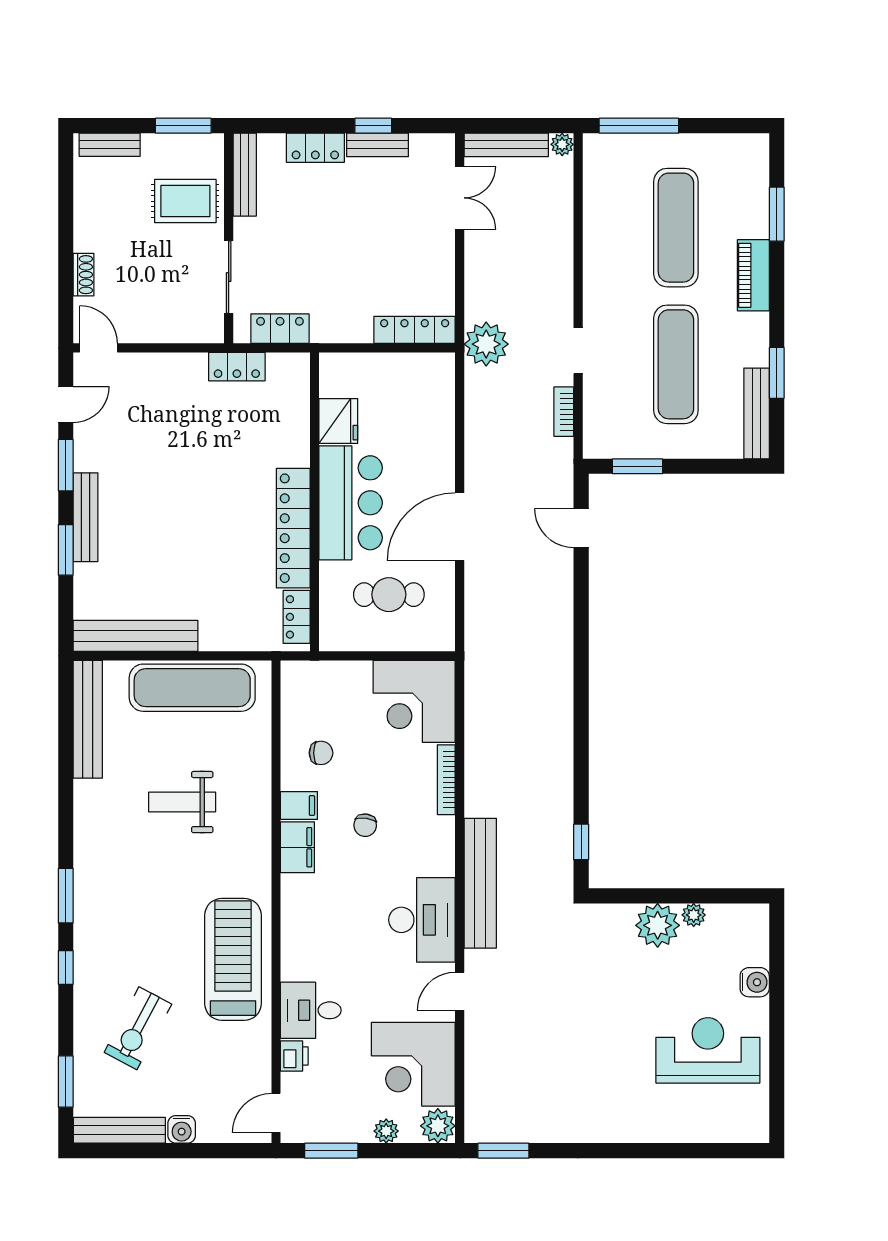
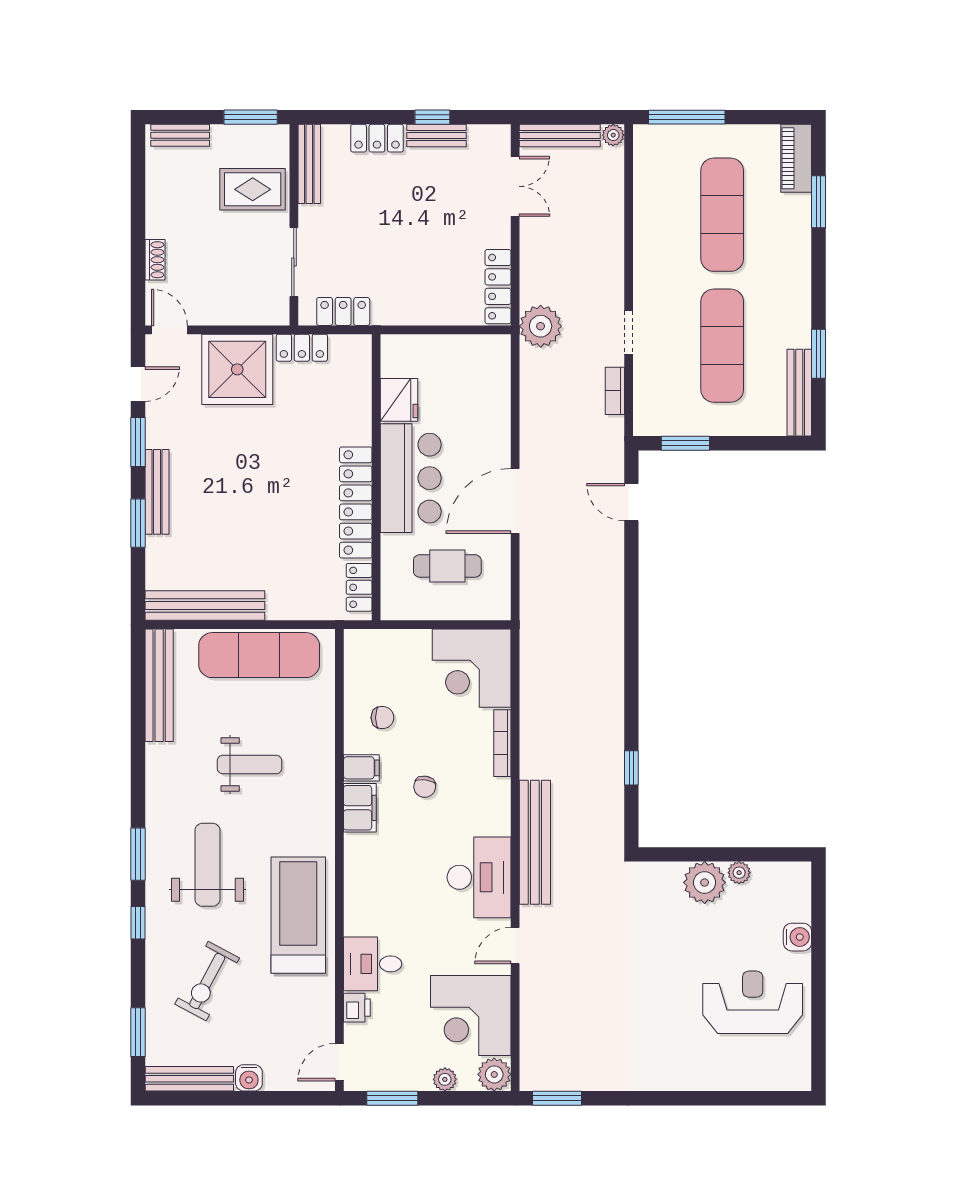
piano: (753, 275) -> (796, 158), moved
locker: (415, 330) -> (498, 287), moved, turned -90
shower: (169, 389) -> (237, 369), added
weight bench: (182, 802) -> (249, 765), turned 180
window: (581, 842) -> (631, 768), moved
weight bench: (138, 907) -> (207, 865), added

